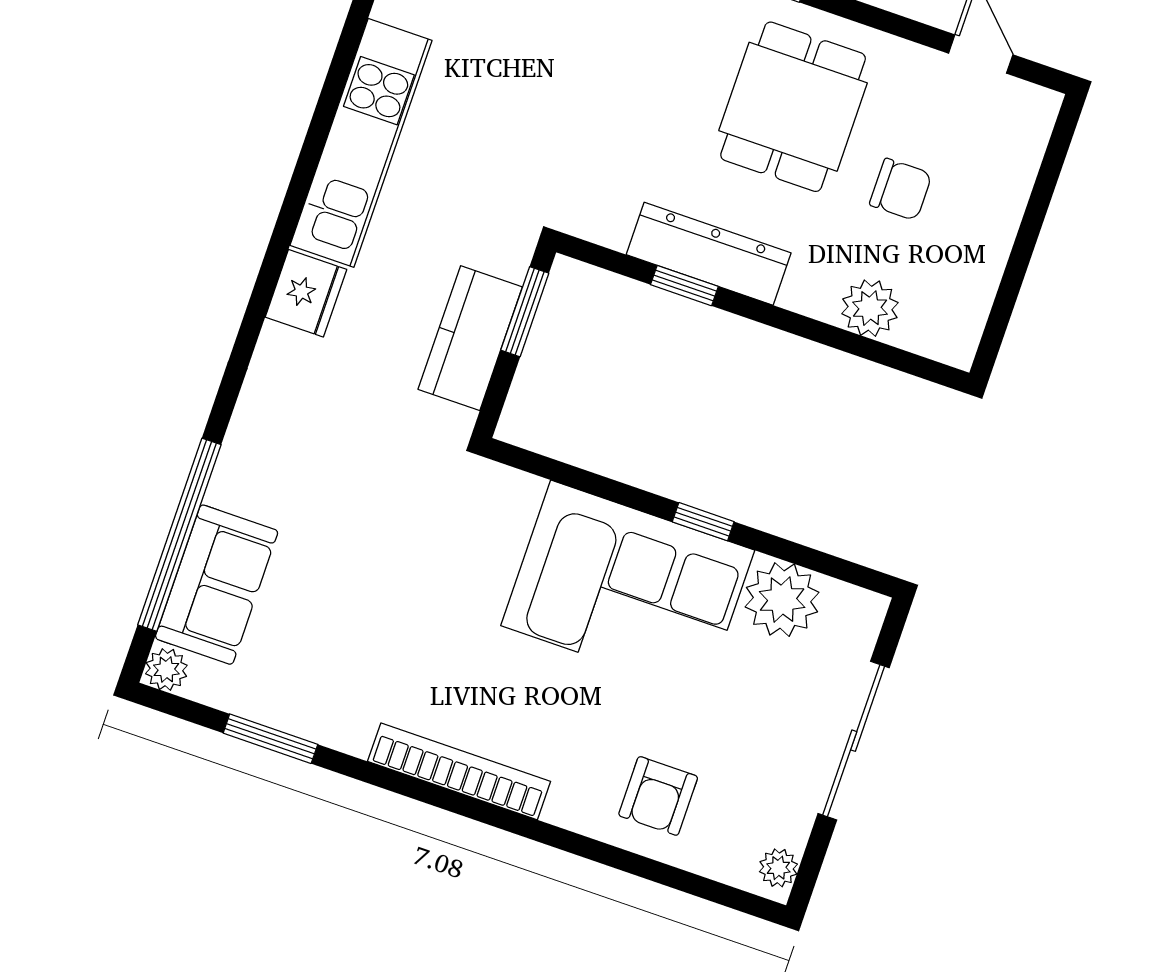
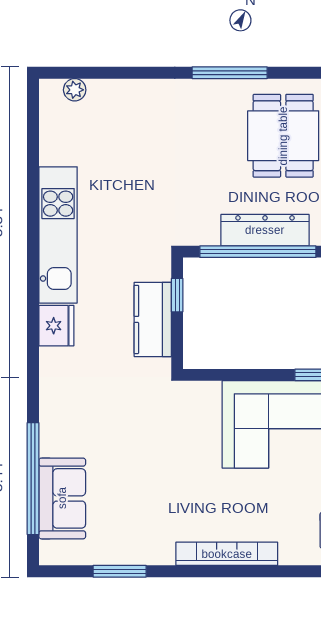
window: (684, 286) -> (258, 252), width x3.17
window: (525, 312) -> (177, 295), width x0.67
plant: (166, 670) -> (51, 553), removed

